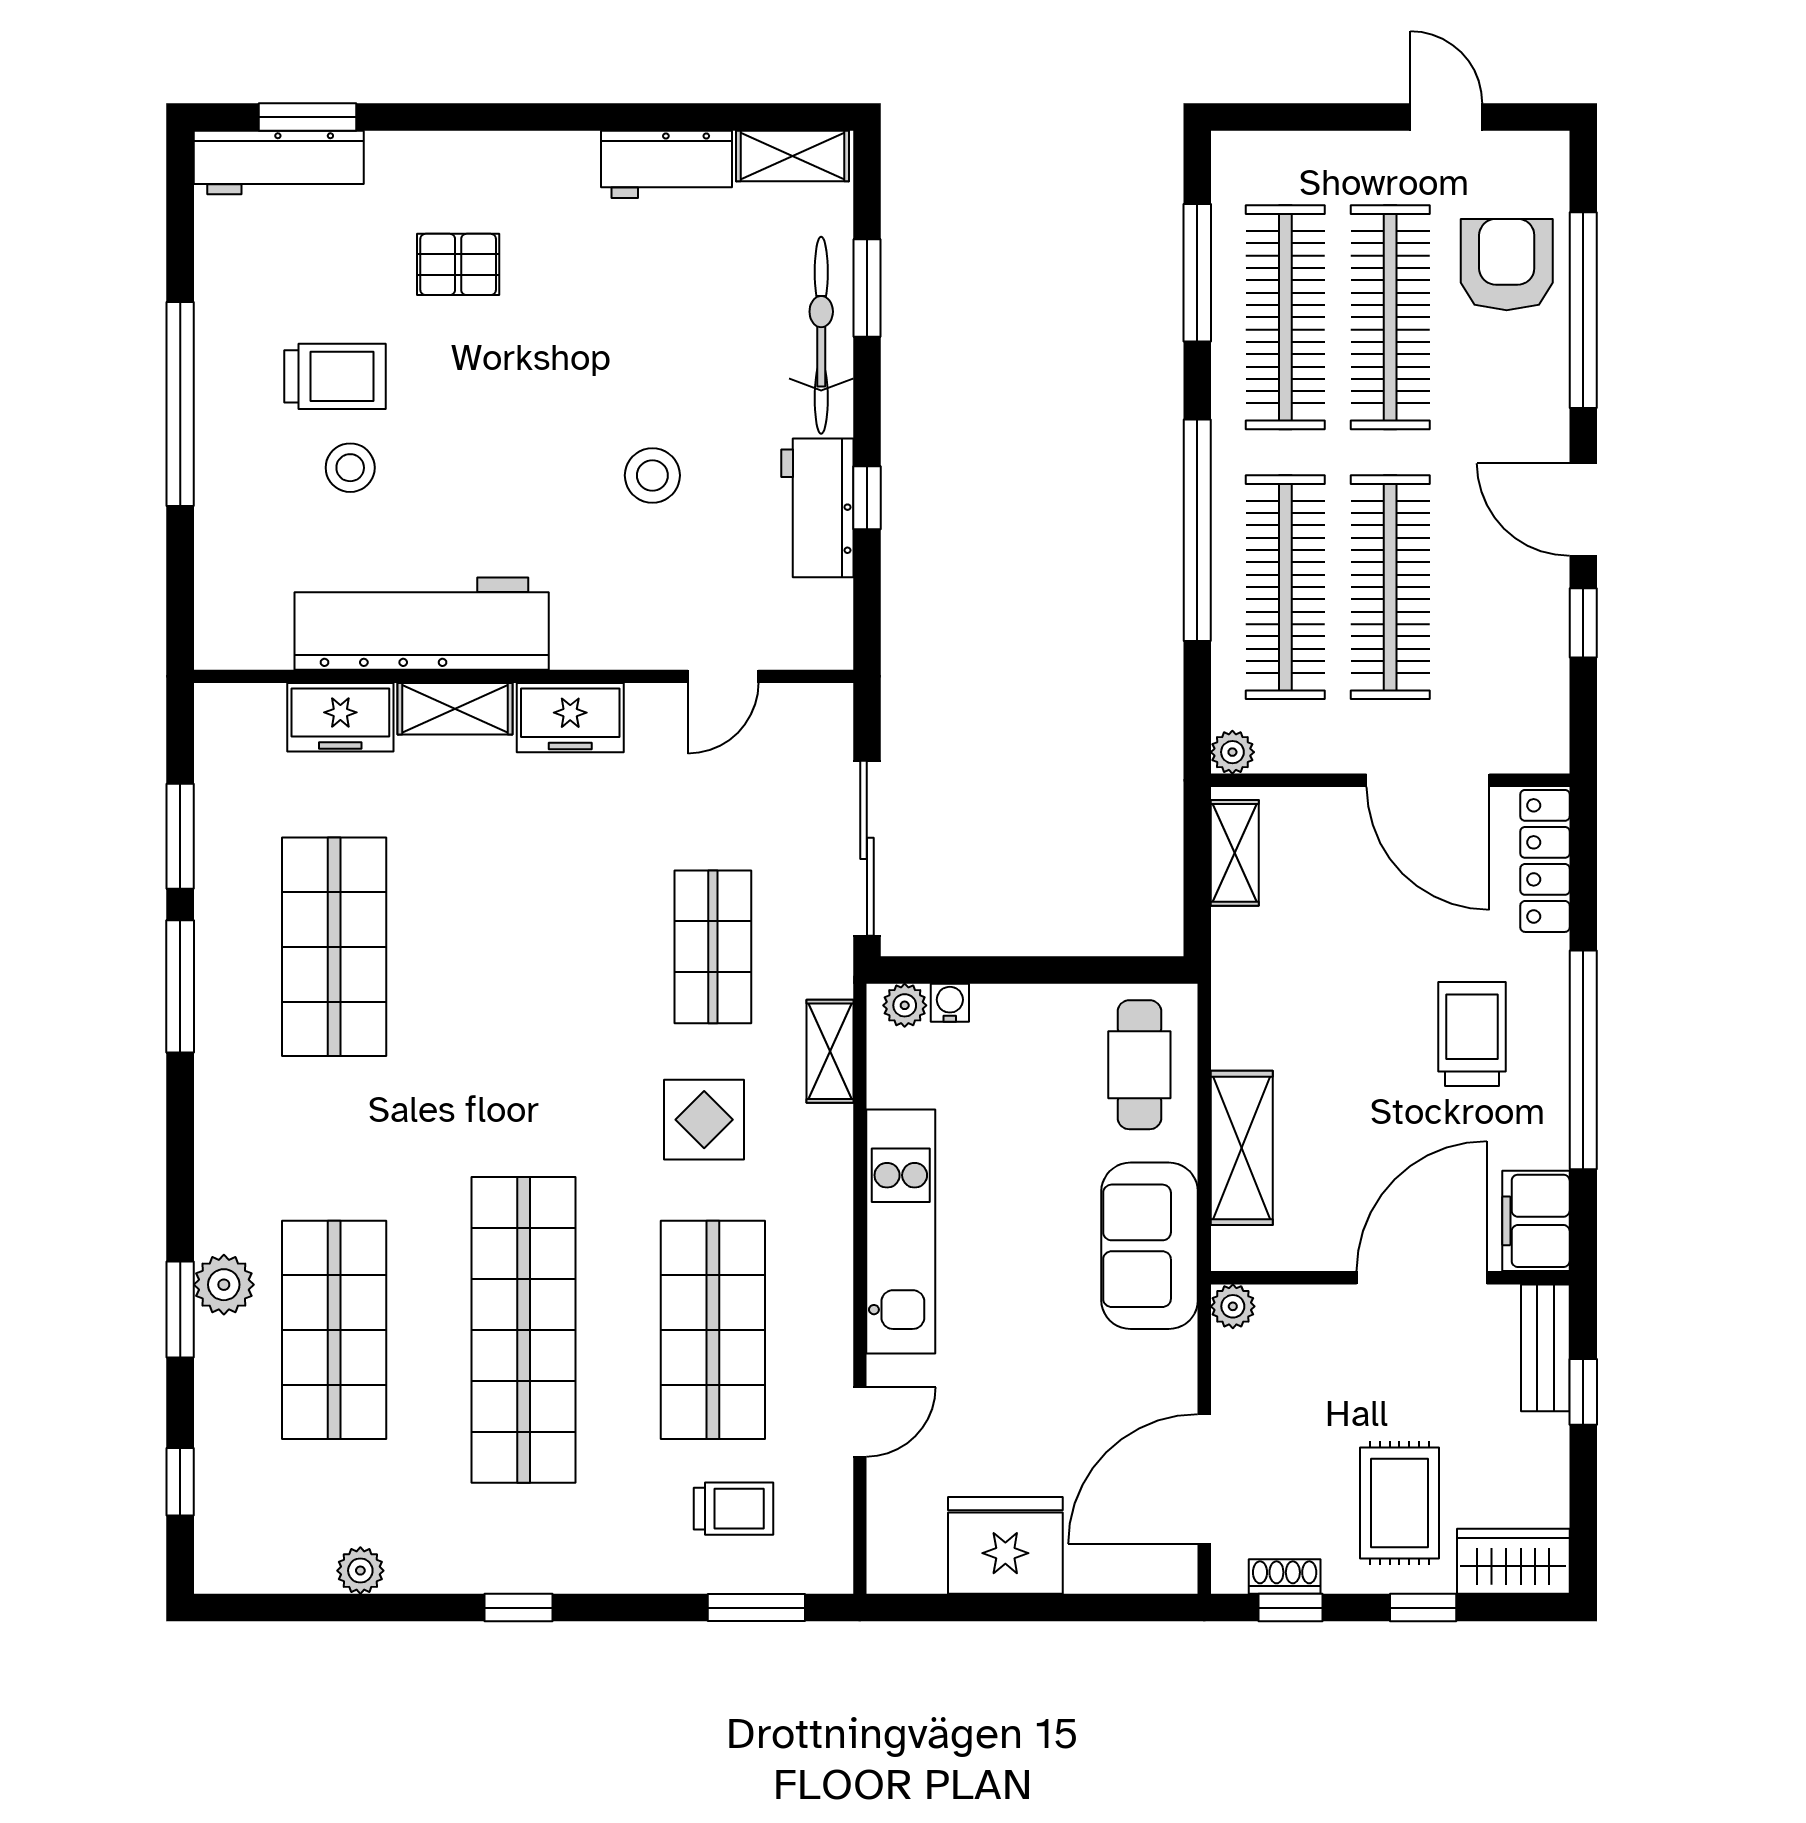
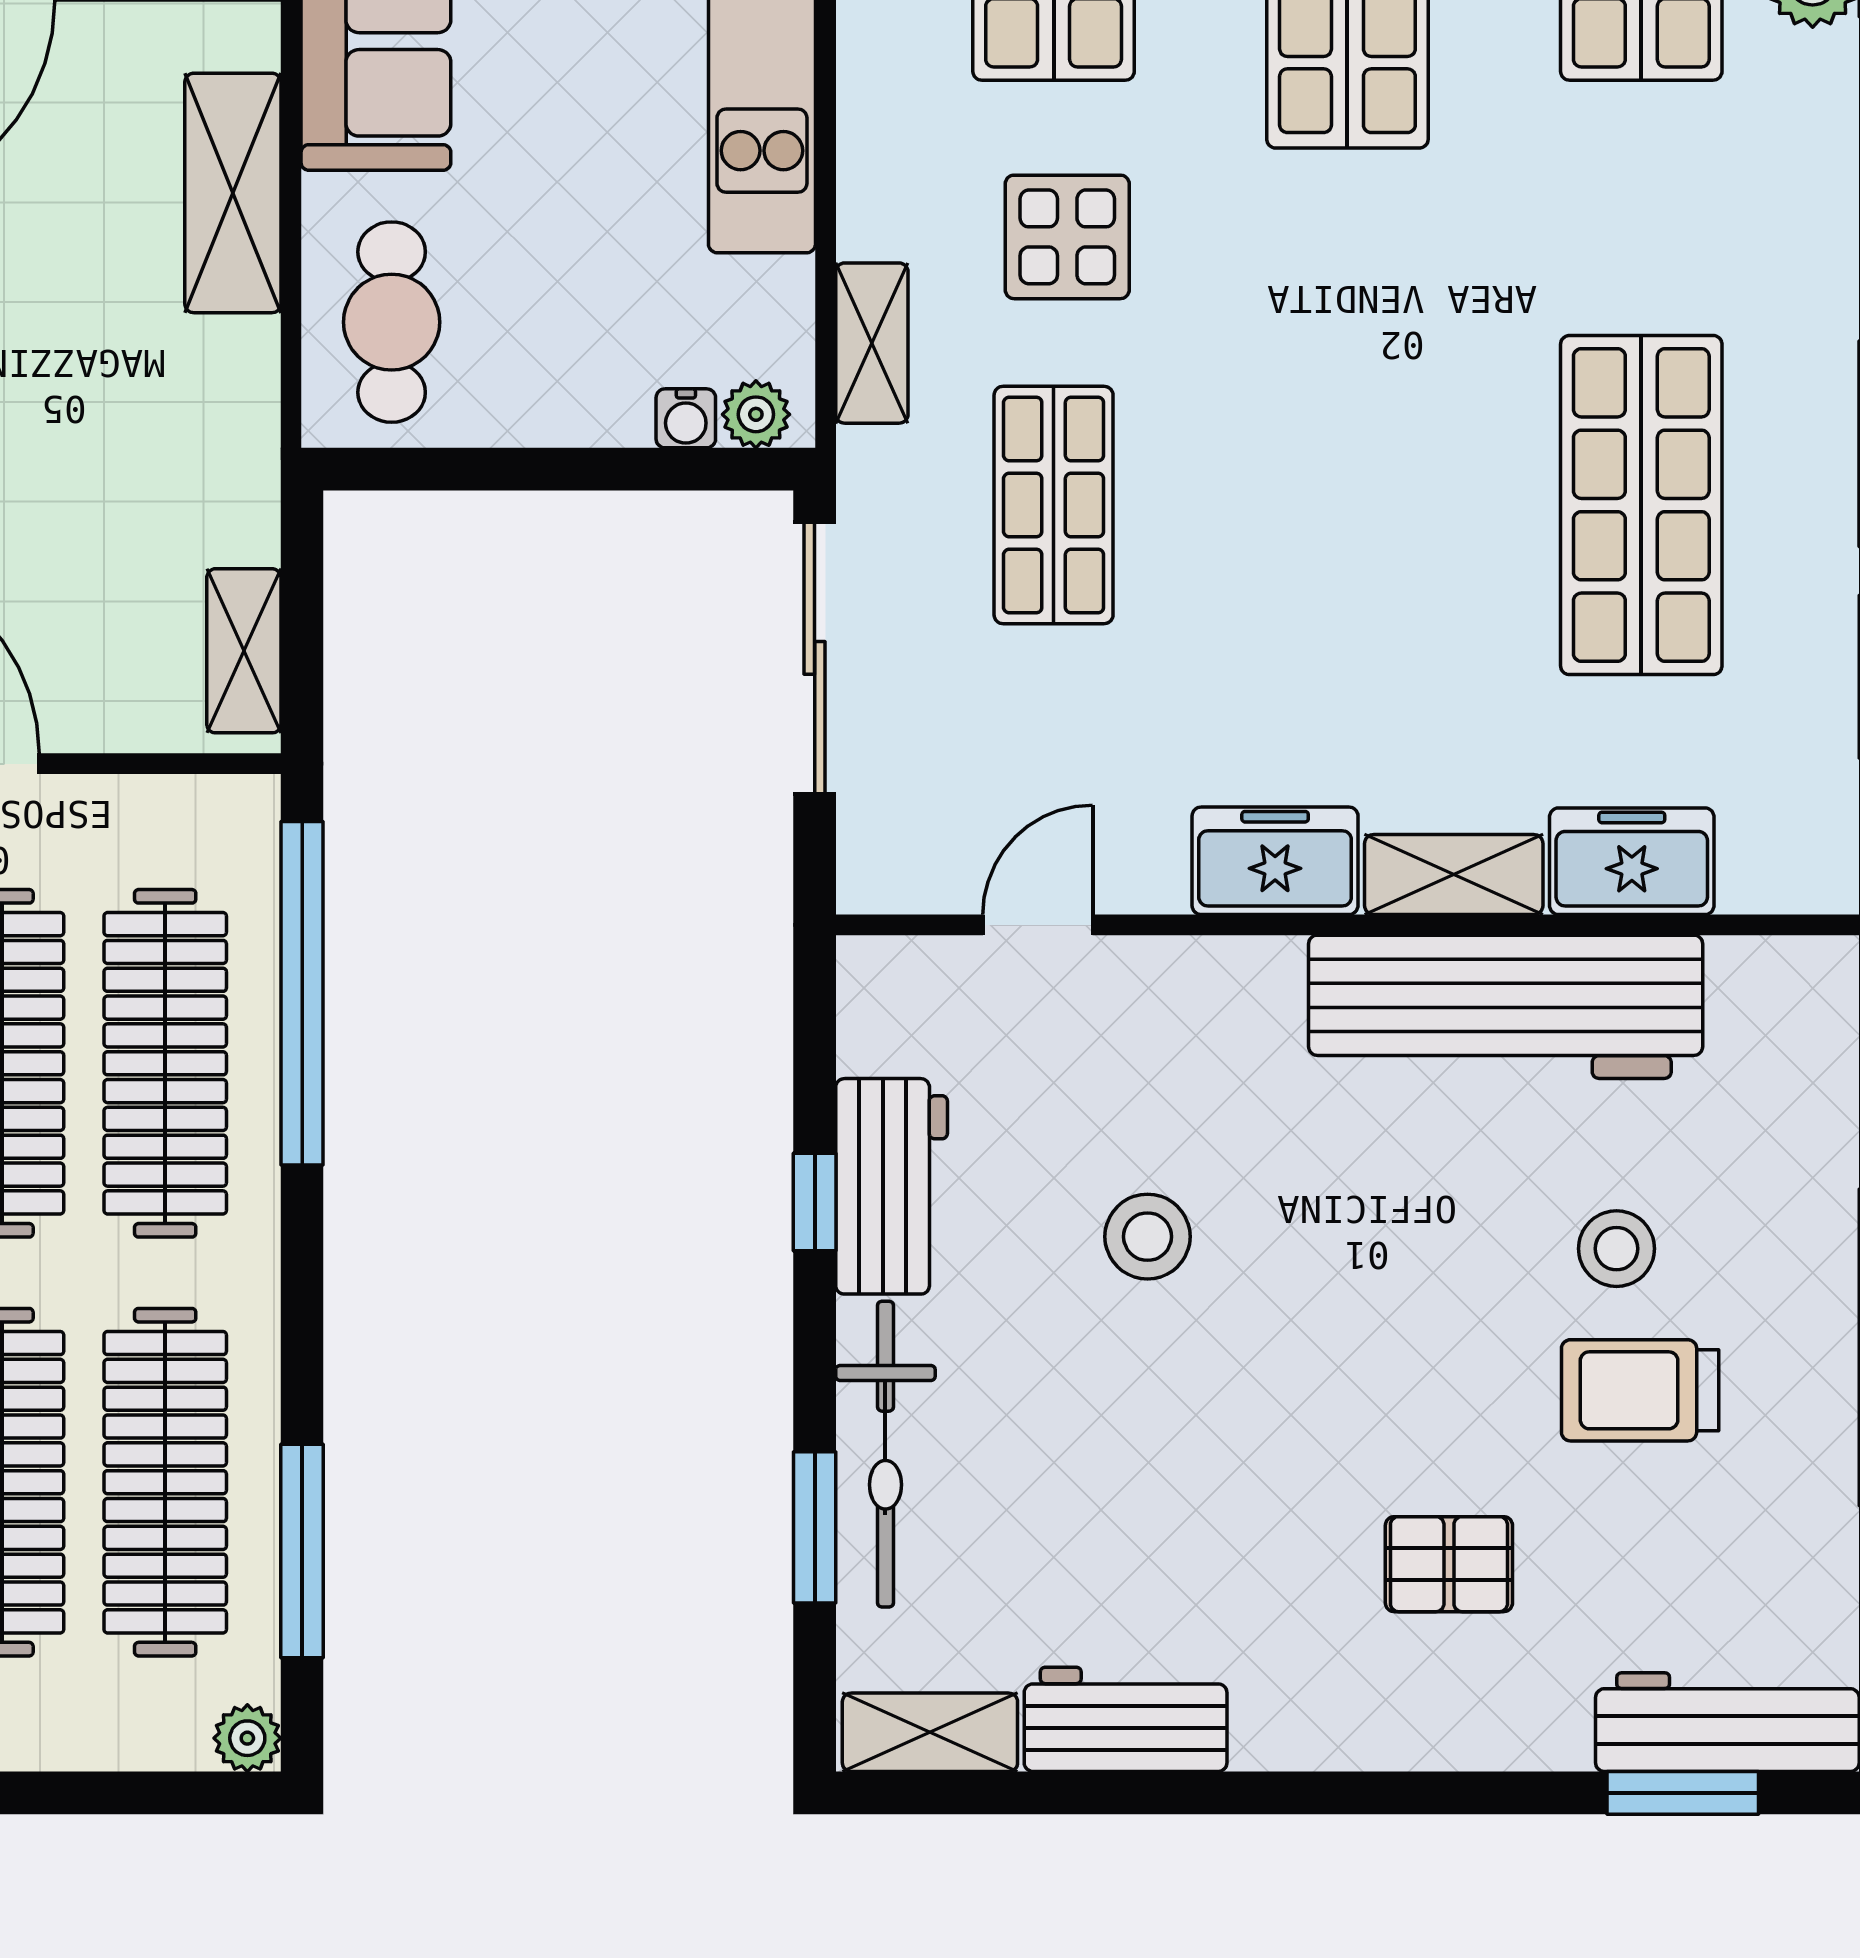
window: (1197, 530) -> (302, 993), moved
plant: (1232, 752) -> (247, 1738), moved

